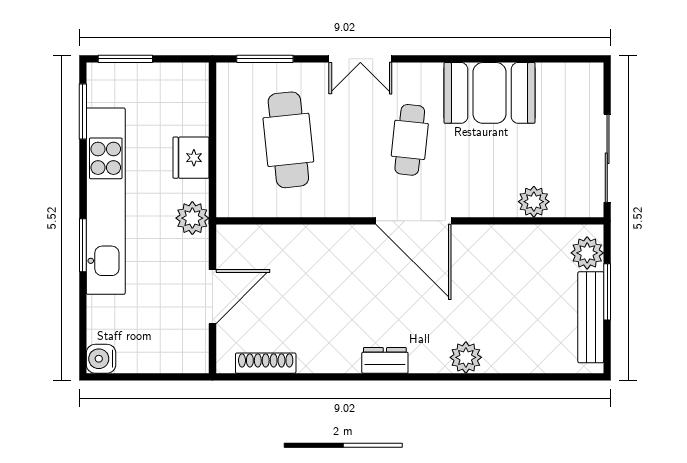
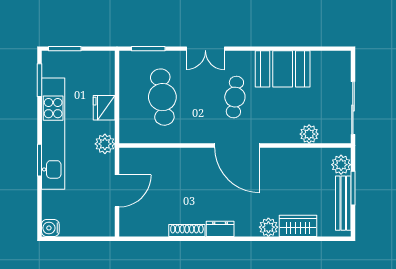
wardrobe: (515, 355) -> (298, 226), added
shoe rack: (266, 363) -> (187, 231), moved

